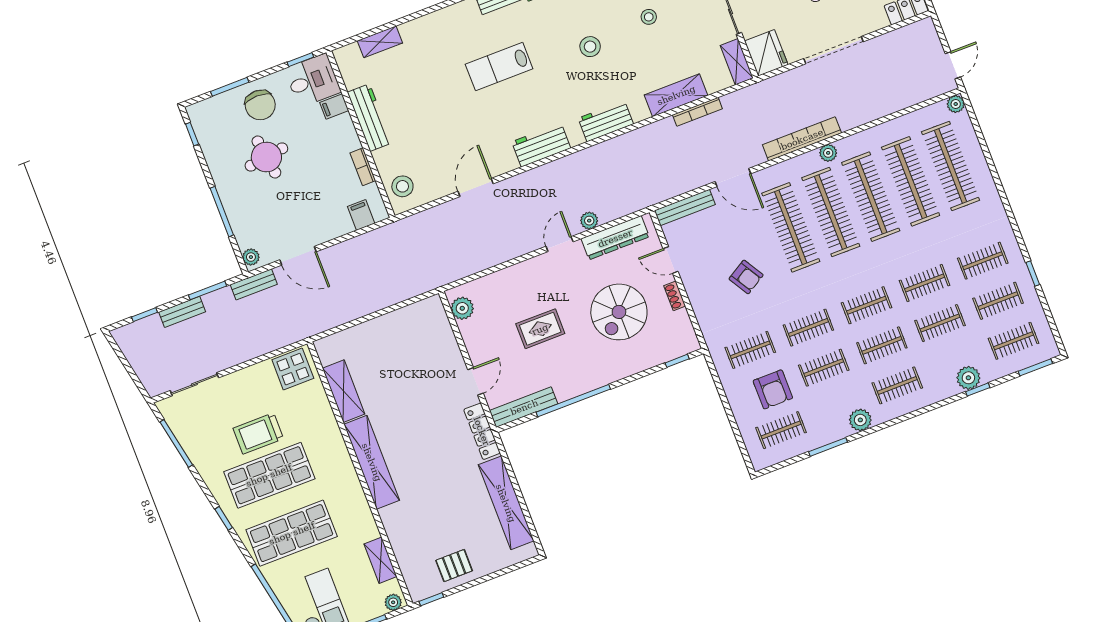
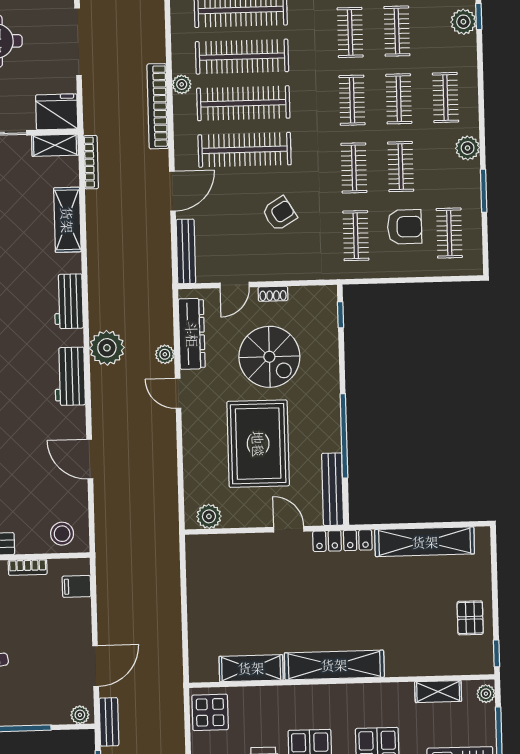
bookcase: (697, 112) -> (91, 162), moved
plant: (577, 168) -> (107, 348), added
rug: (540, 329) -> (258, 444), width x1.86, depth x2.06

